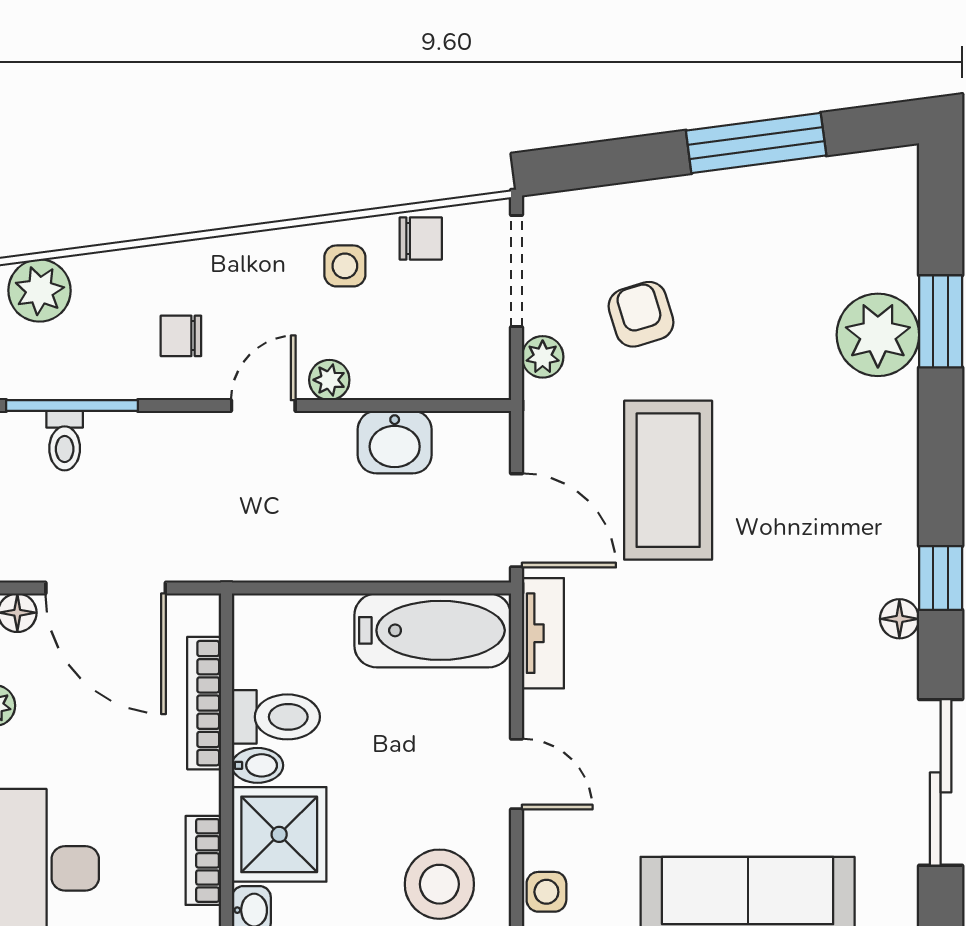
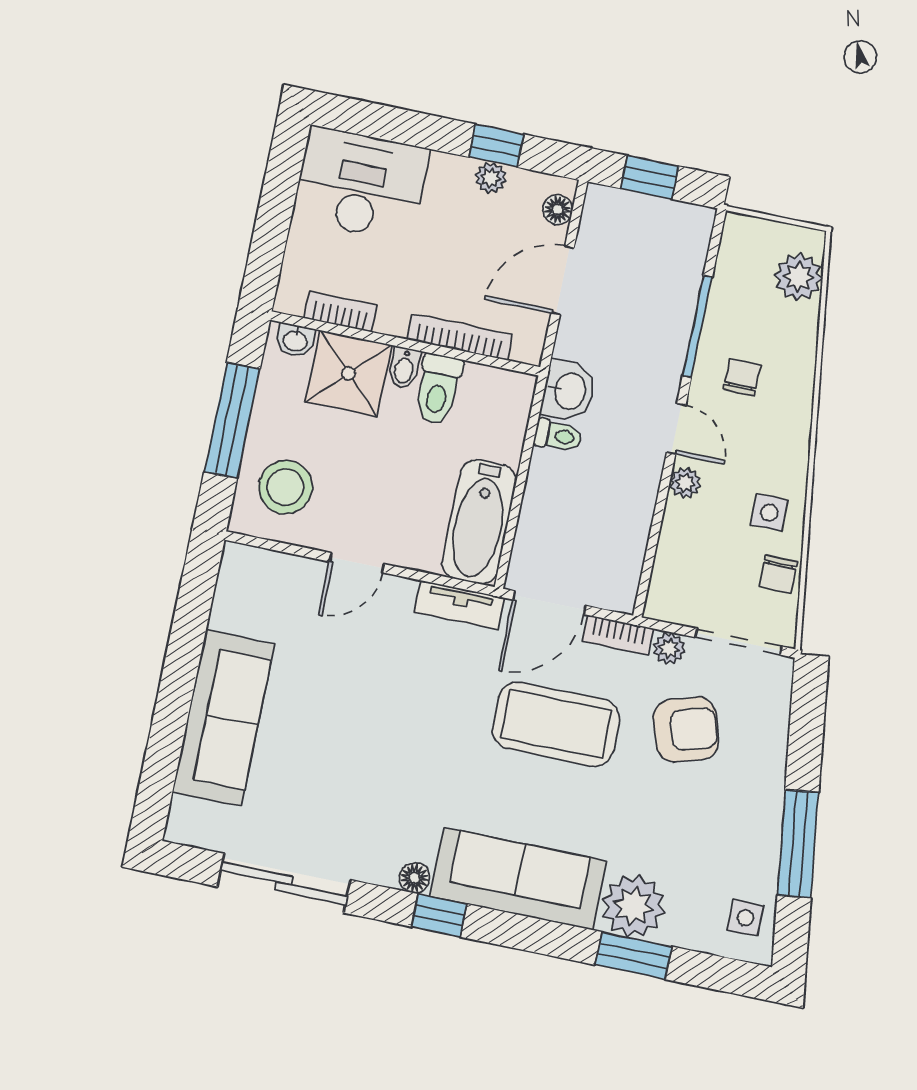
armchair: (641, 314) -> (686, 730), width x1.38, depth x1.38
window: (72, 406) -> (697, 326), moved
bookcase: (539, 425) -> (618, 635), added
toilet: (65, 441) -> (558, 436), moved, turned 180
washbasin: (395, 442) -> (569, 391), moved, turned 180
sofa: (874, 488) -> (518, 879), added
door: (106, 588) -> (563, 280), width x0.73
side table: (546, 892) -> (745, 918), moved

